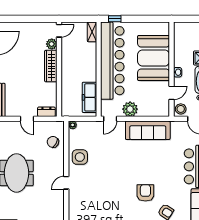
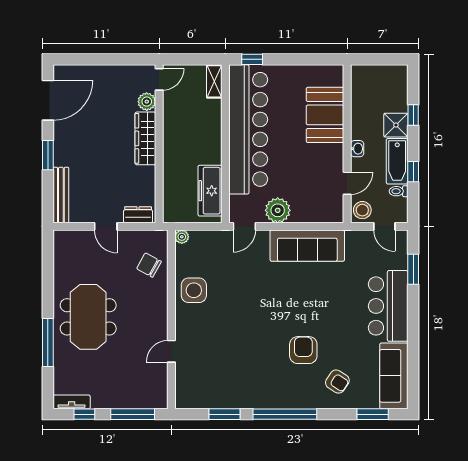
booth: (154, 58) -> (325, 115), width x0.73, depth x0.70
door: (66, 183) -> (171, 351), moved

